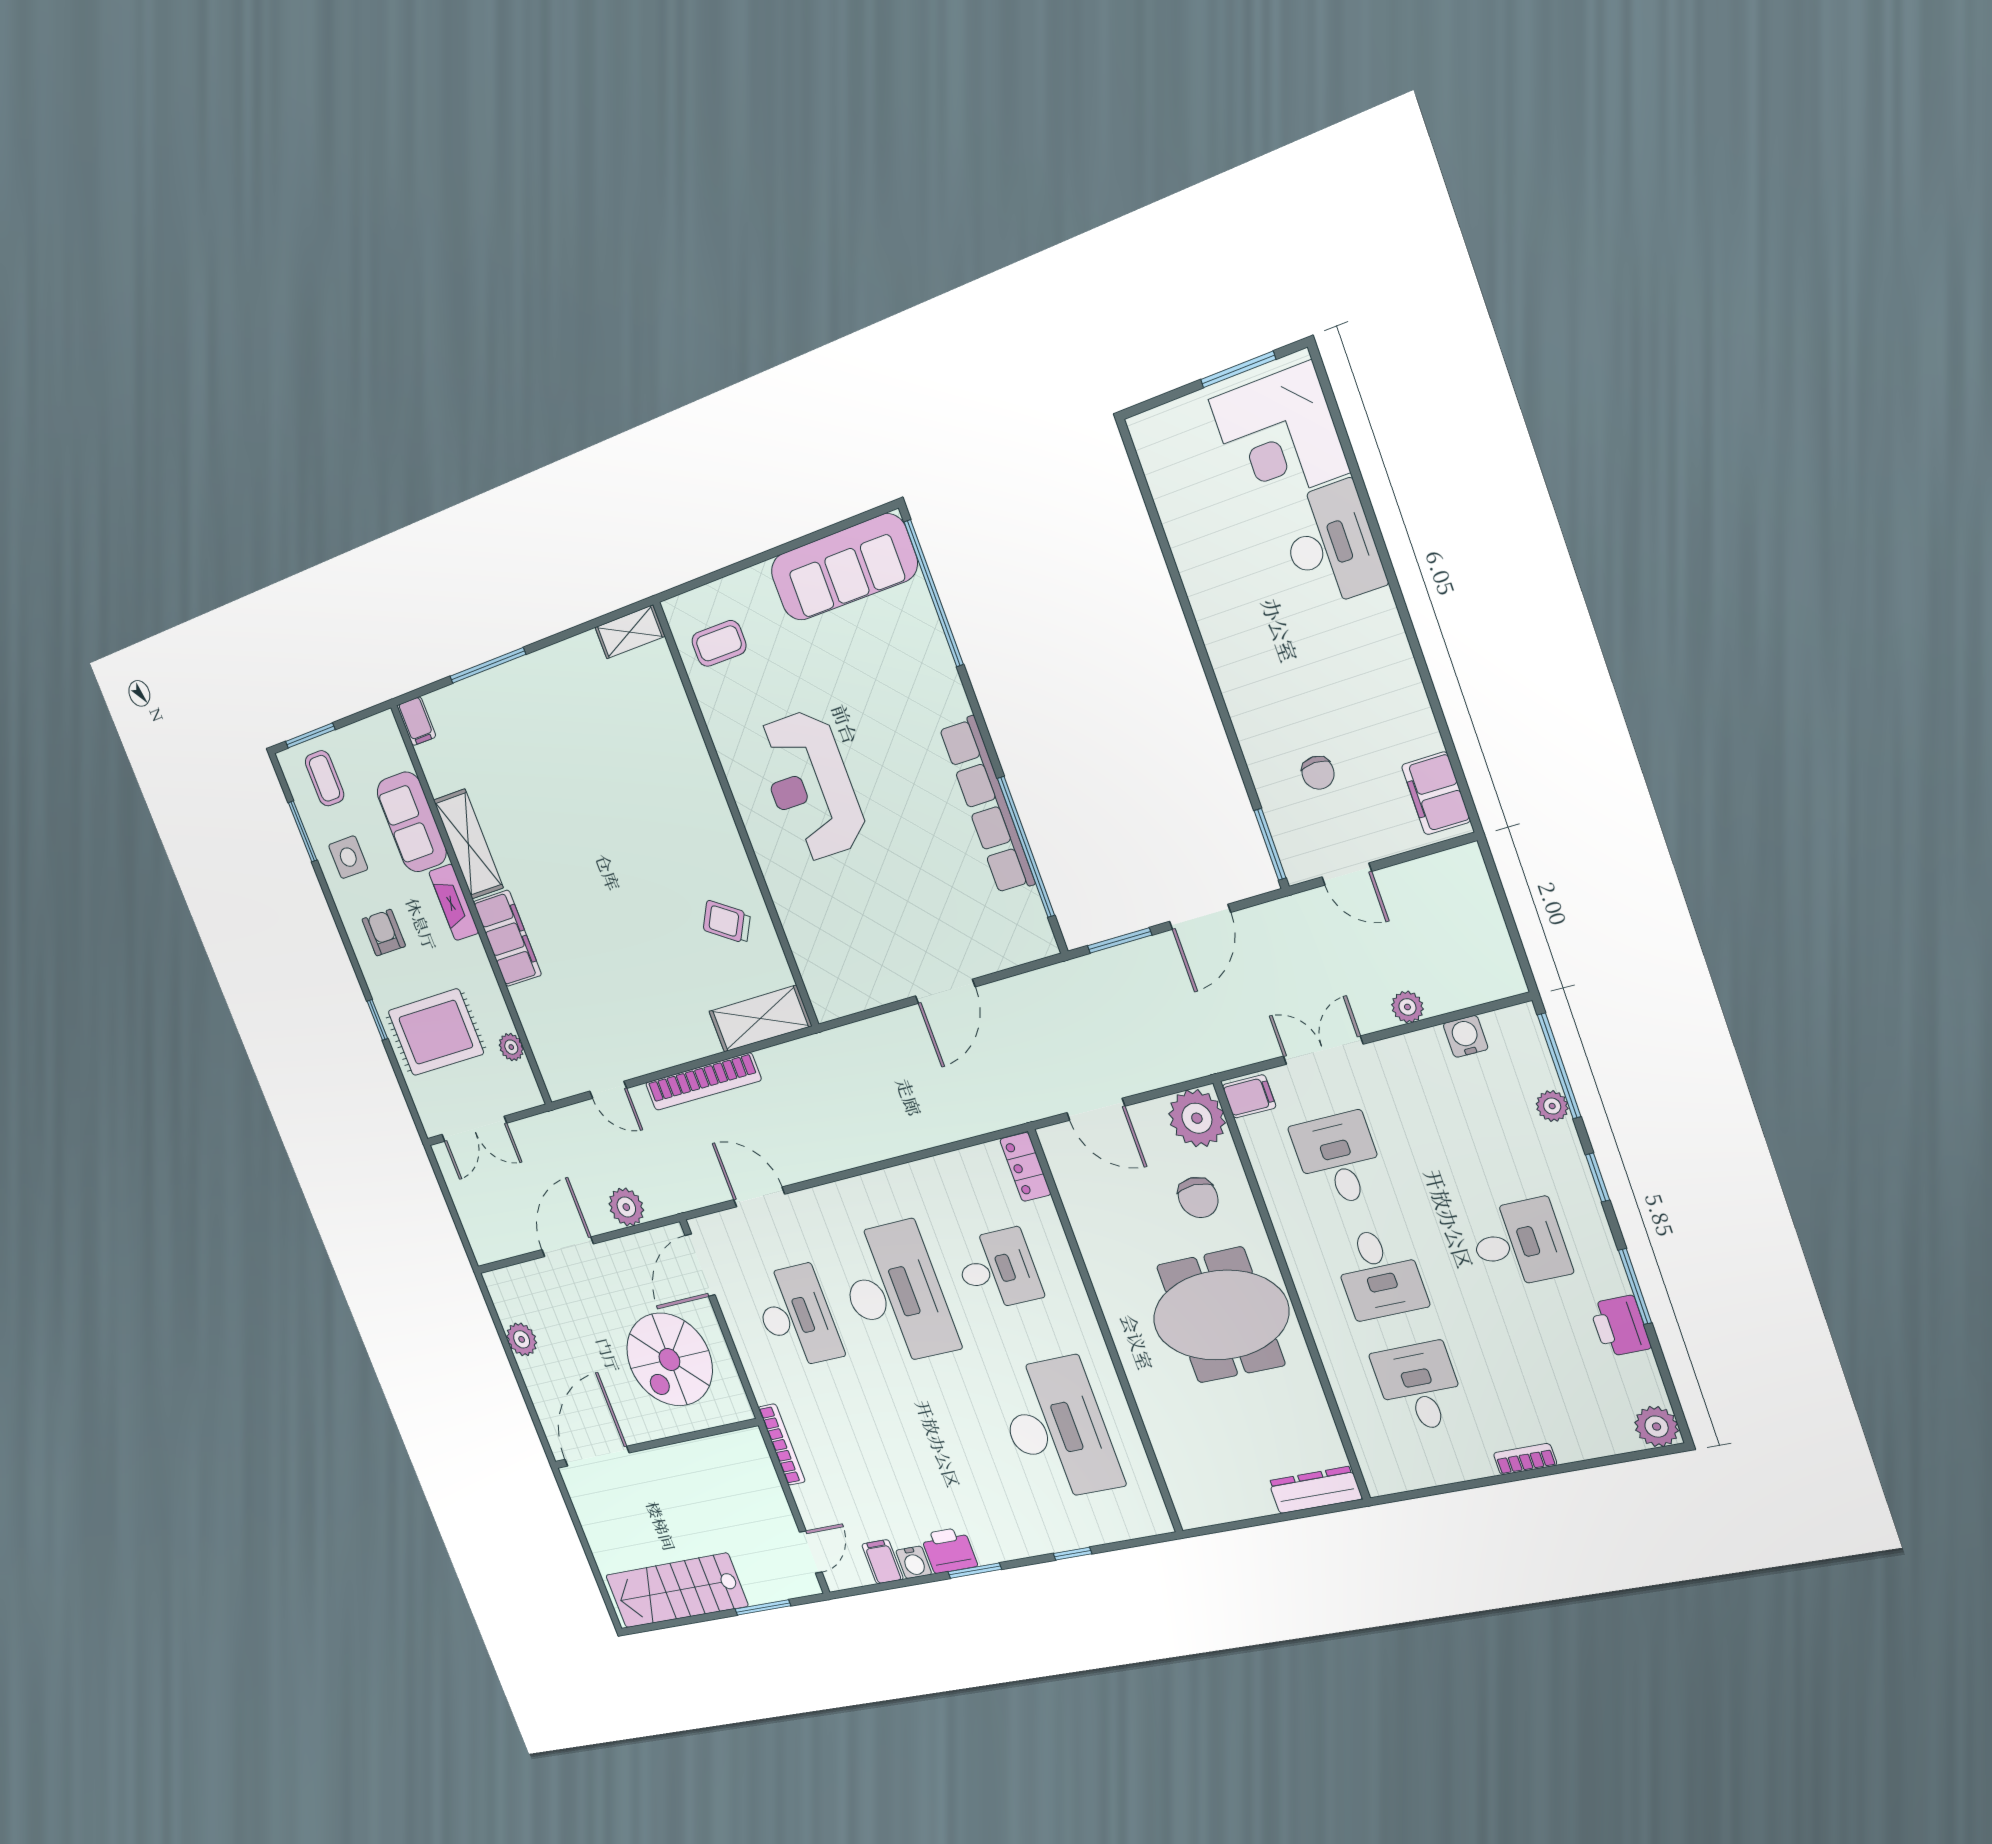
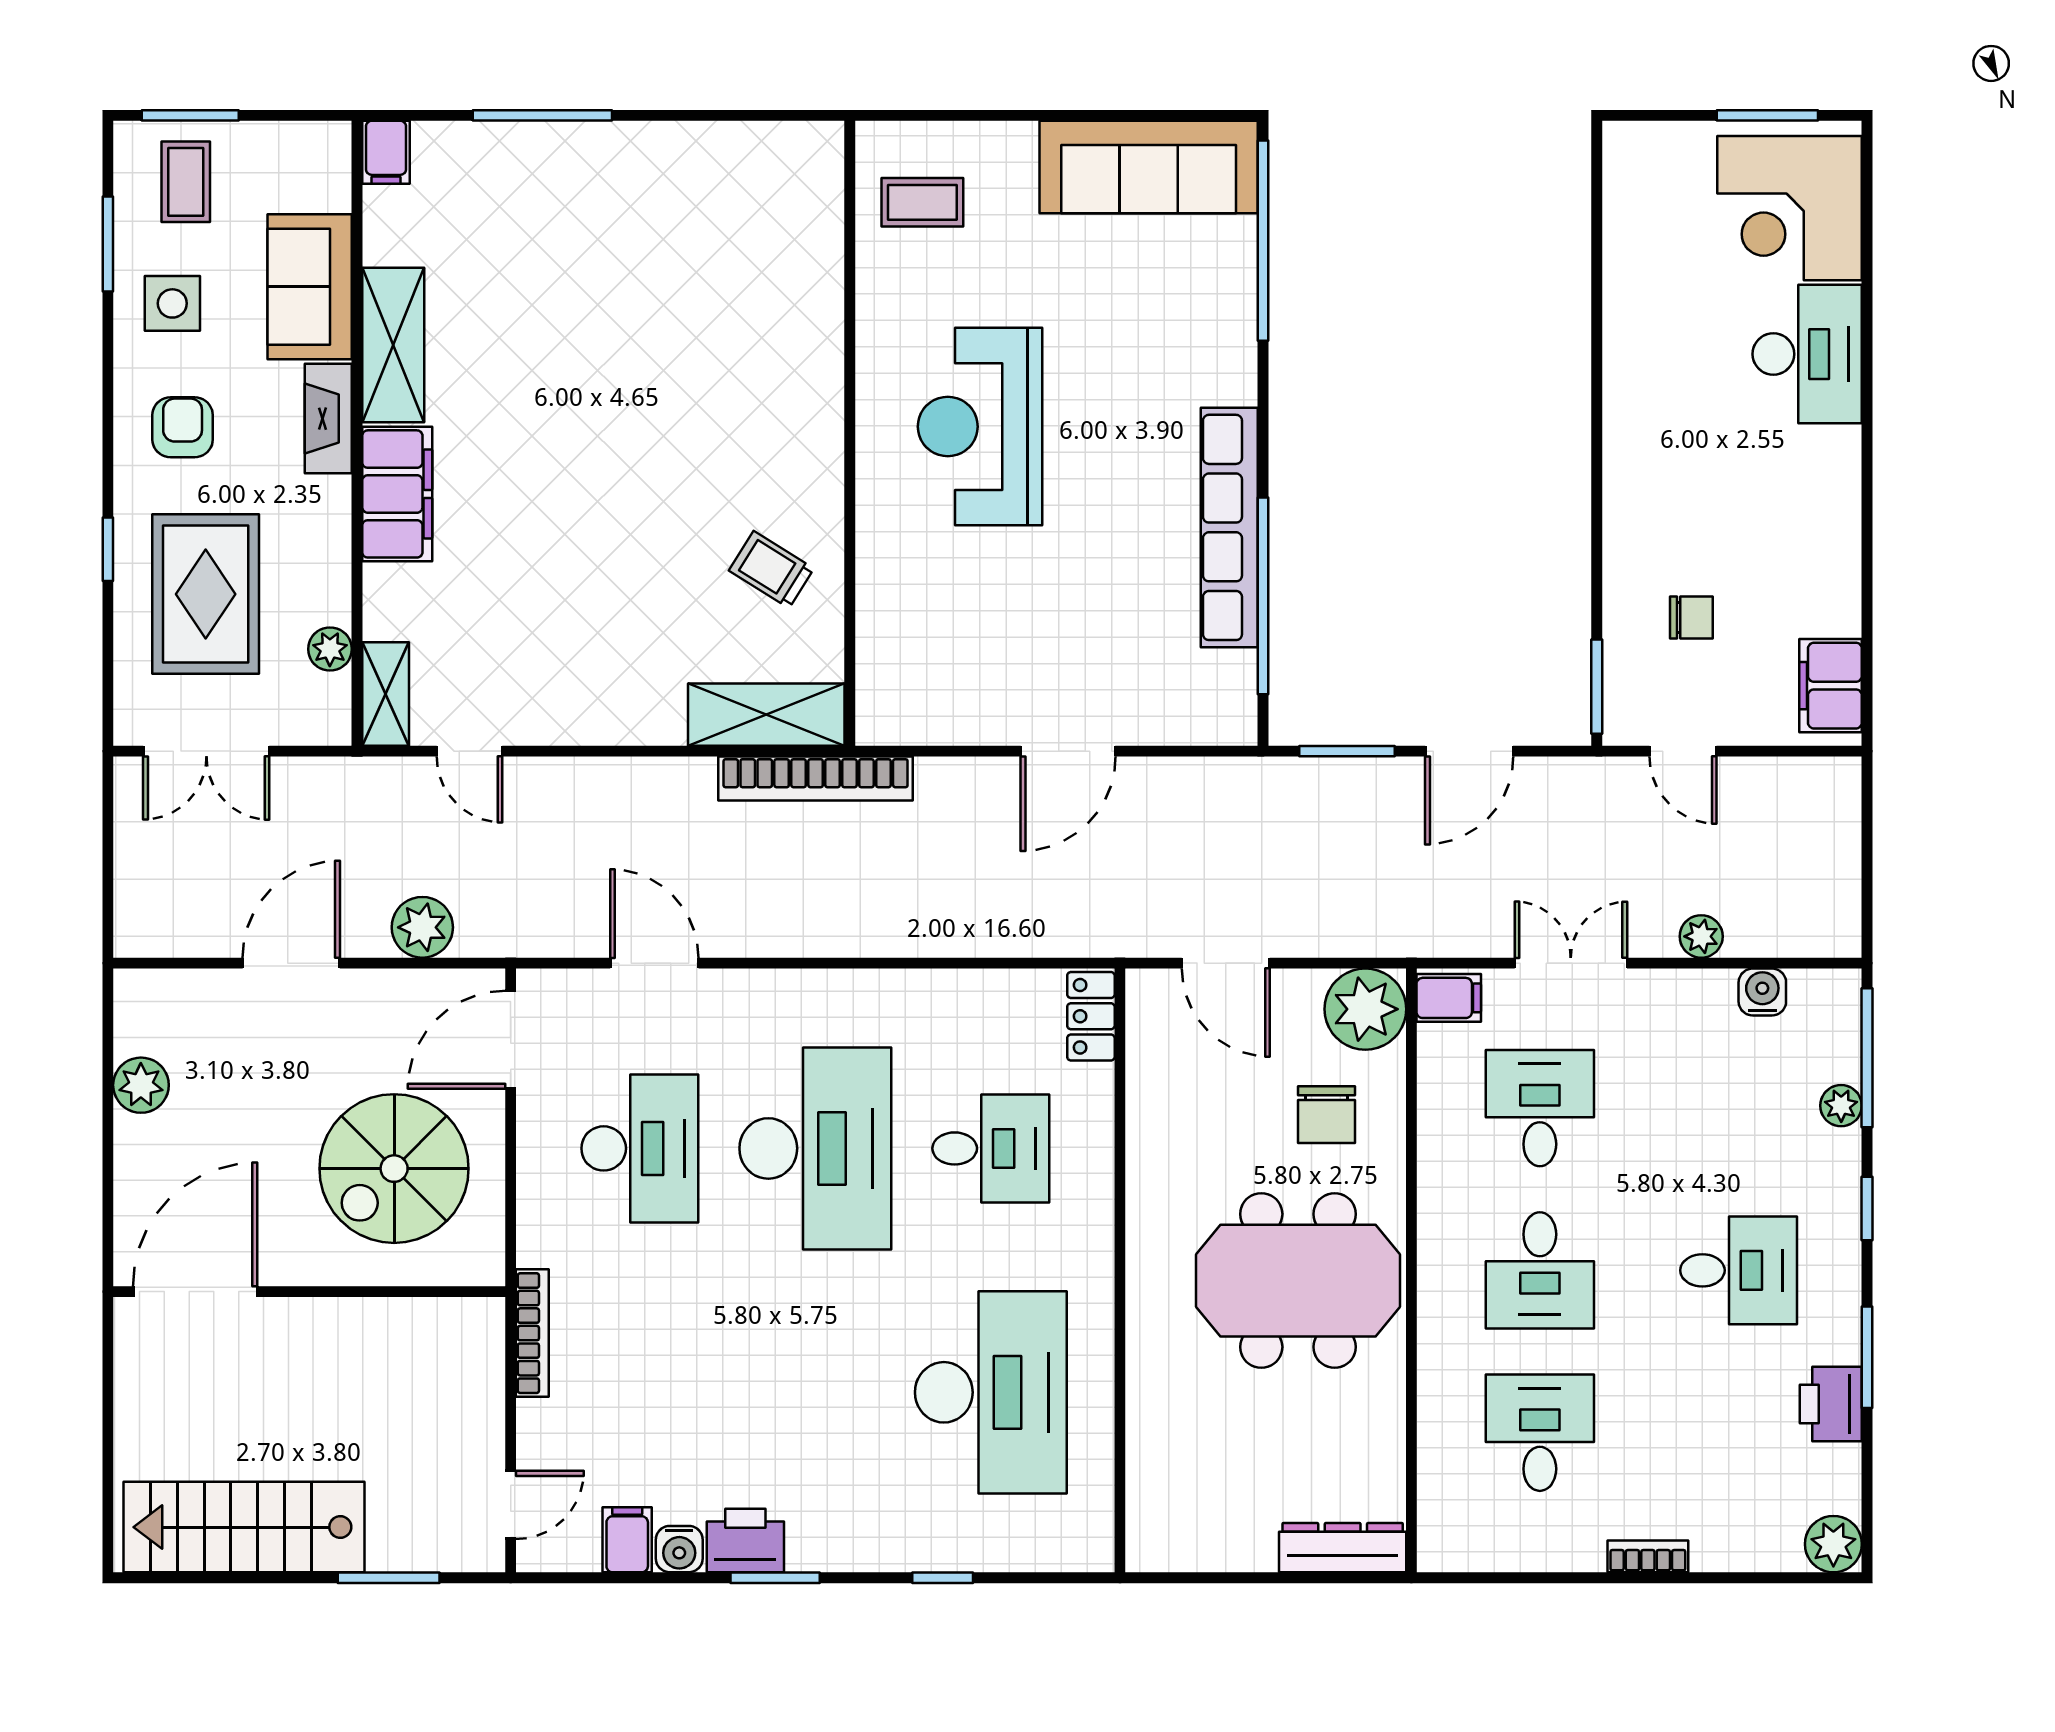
shelving: (630, 632) -> (386, 694), moved, turned 90
chair: (1318, 773) -> (1691, 618), turned -90
rug: (436, 1032) -> (206, 594), turned 90
bookcase: (703, 1082) -> (816, 779), moved

